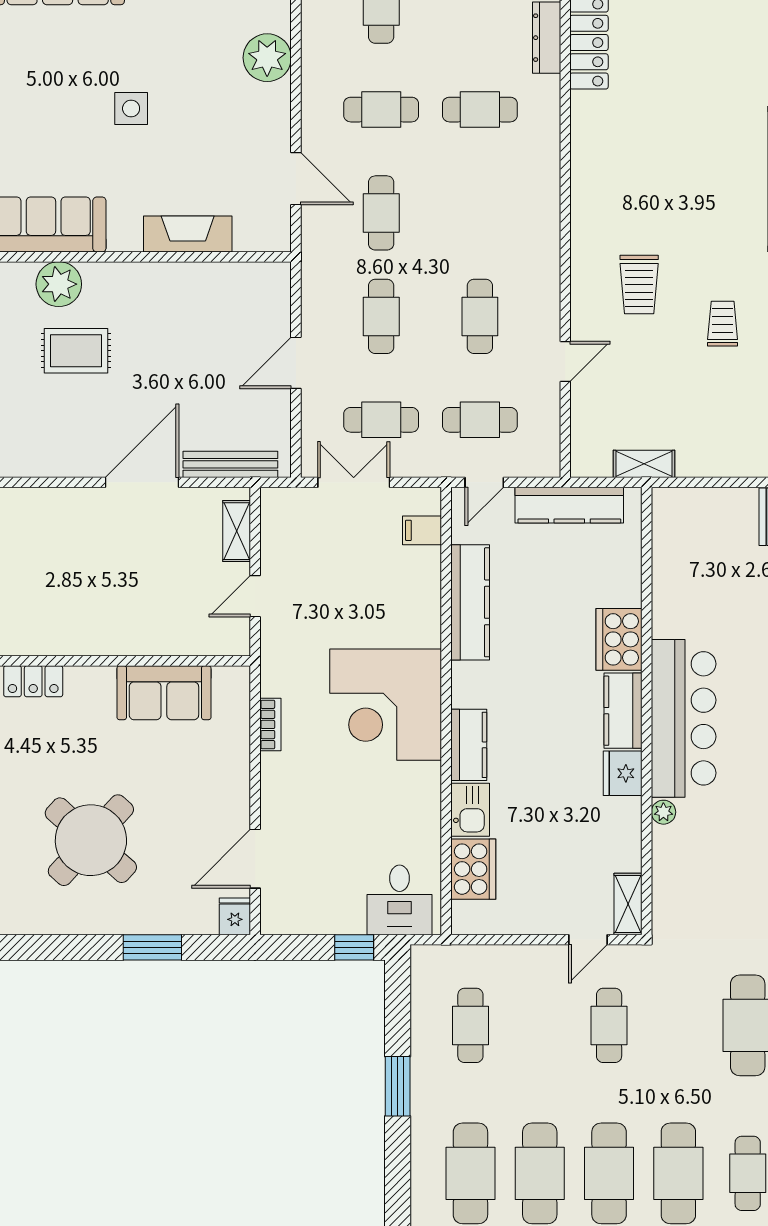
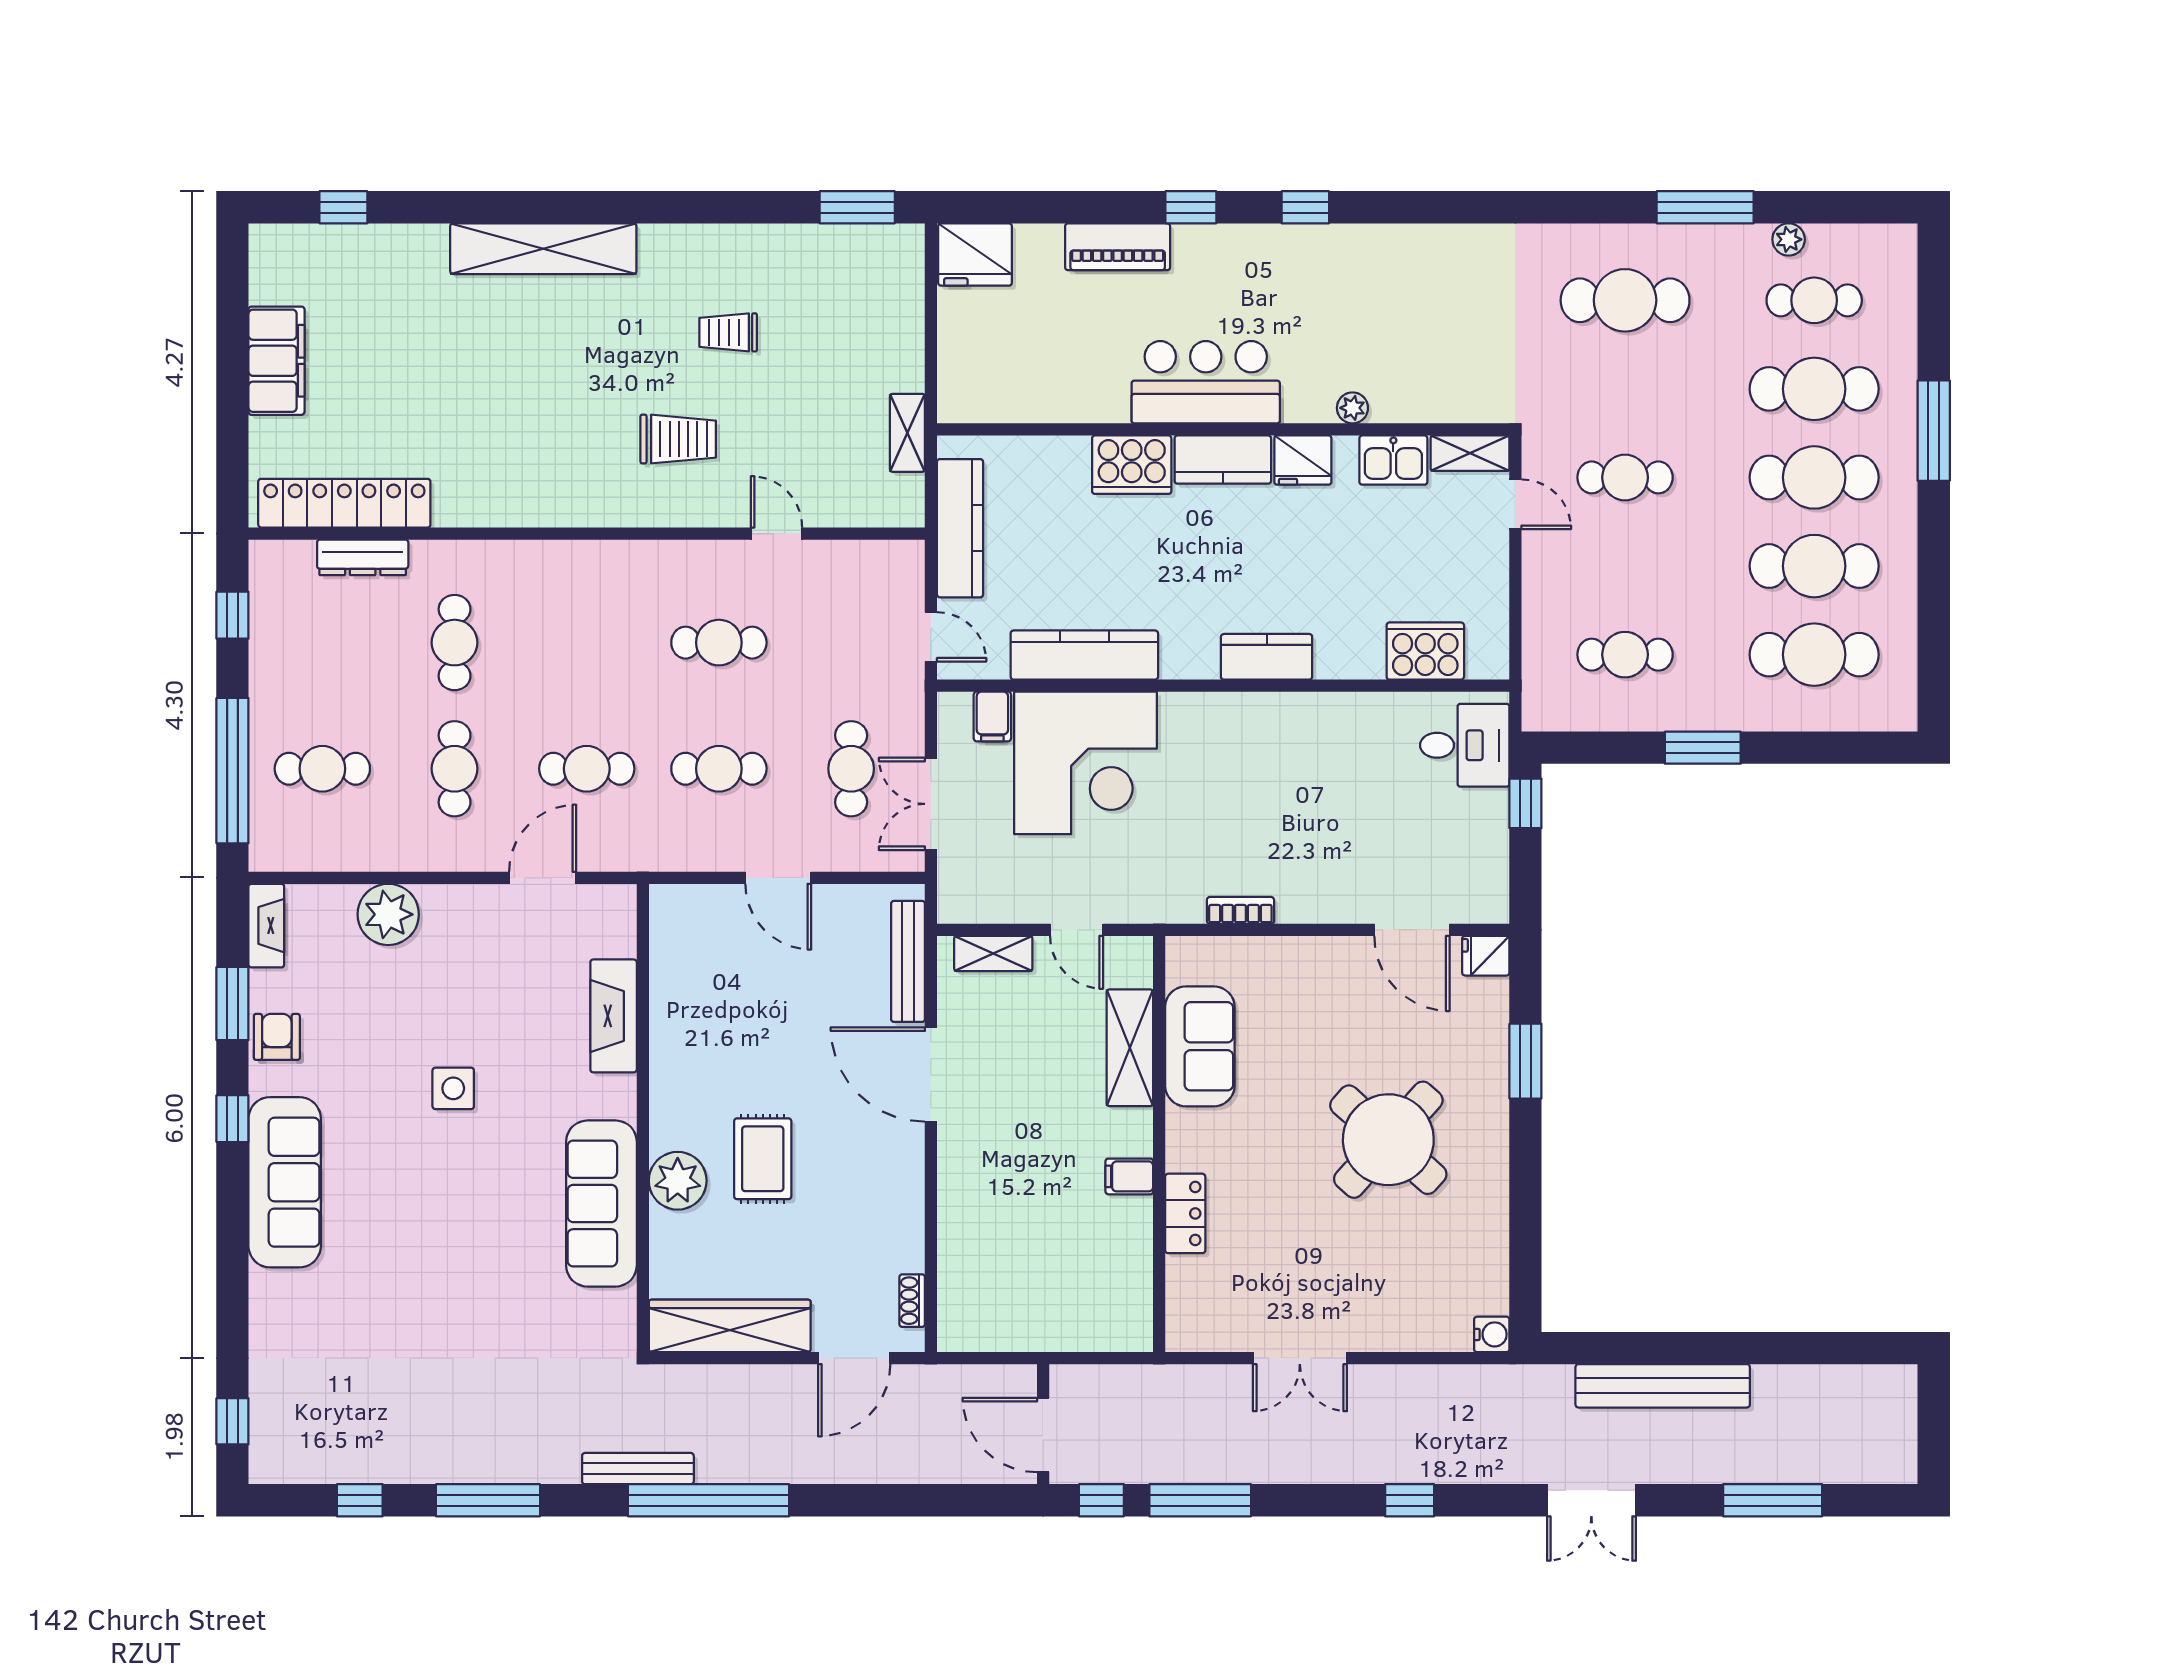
cafe table: (480, 420) -> (851, 643), removed
filing cabinet: (62, 638) -> (1129, 1176), added
shelving: (163, 638) -> (1130, 1048), added
corner desk: (386, 705) -> (1085, 763), moved
bar counter: (684, 718) -> (1206, 382), width x0.73
kitchen sink: (470, 810) -> (1393, 460), moved, turned 180

